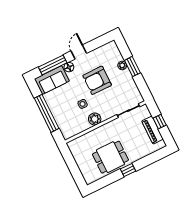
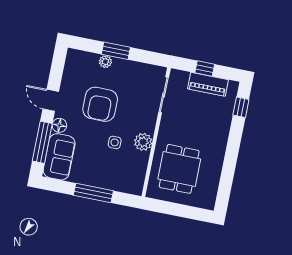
window: (47, 113) -> (93, 193), width x0.68
dining table: (110, 157) -> (179, 169), moved
window: (128, 170) -> (241, 107), moved

